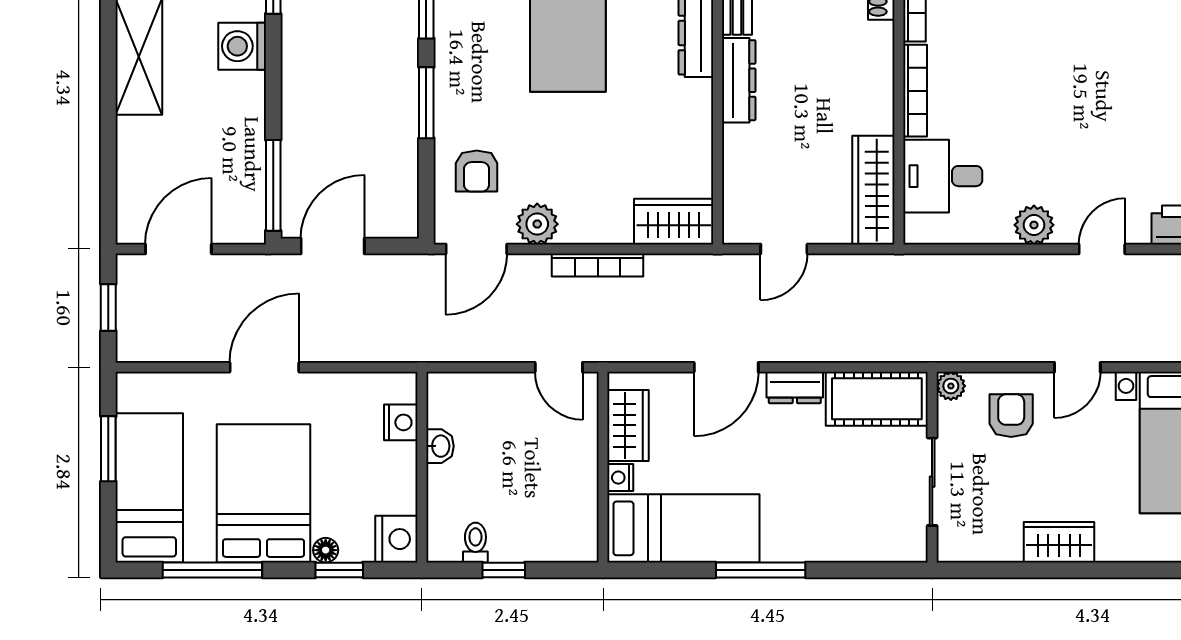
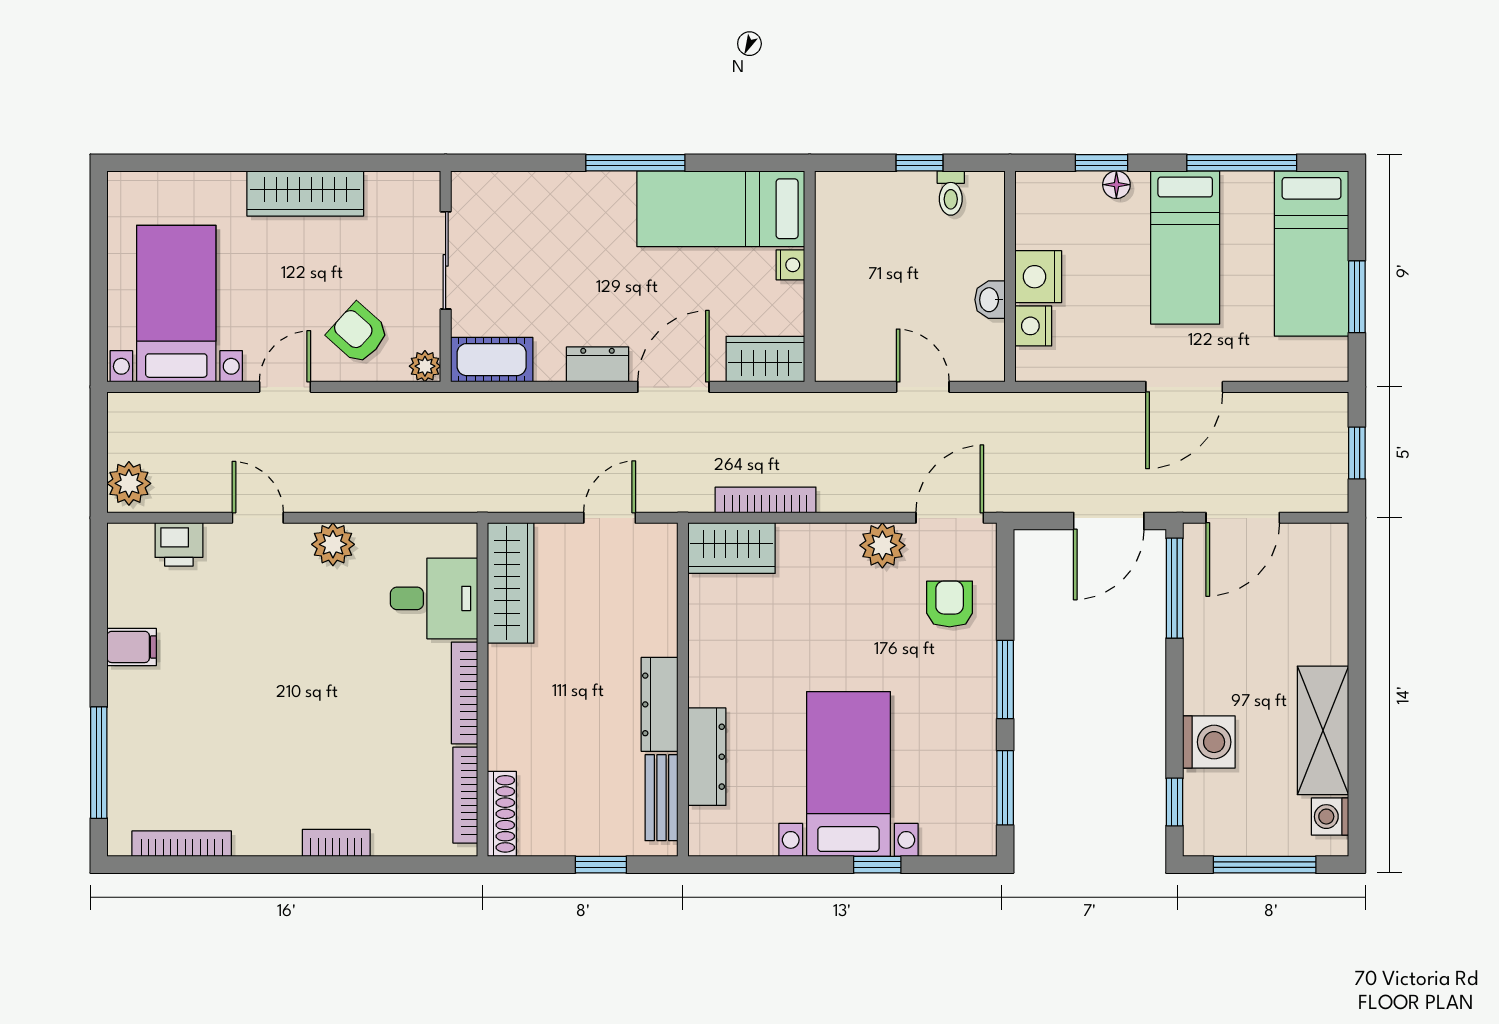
door: (178, 249) -> (1243, 518), moved
door: (1102, 249) -> (258, 518), swing flipped
bookcase: (598, 265) -> (766, 500), moved
door: (559, 367) -> (923, 387), moved
cot: (877, 399) -> (492, 360), width x0.73, depth x0.75
armchair: (1011, 416) -> (358, 333), turned 132
wardrobe: (628, 425) -> (765, 359), moved, turned 90
bed: (263, 493) -> (1185, 248), width x0.67
nightstand: (396, 539) -> (1038, 277), moved
wardrobe: (1059, 542) -> (305, 193), width x1.50

